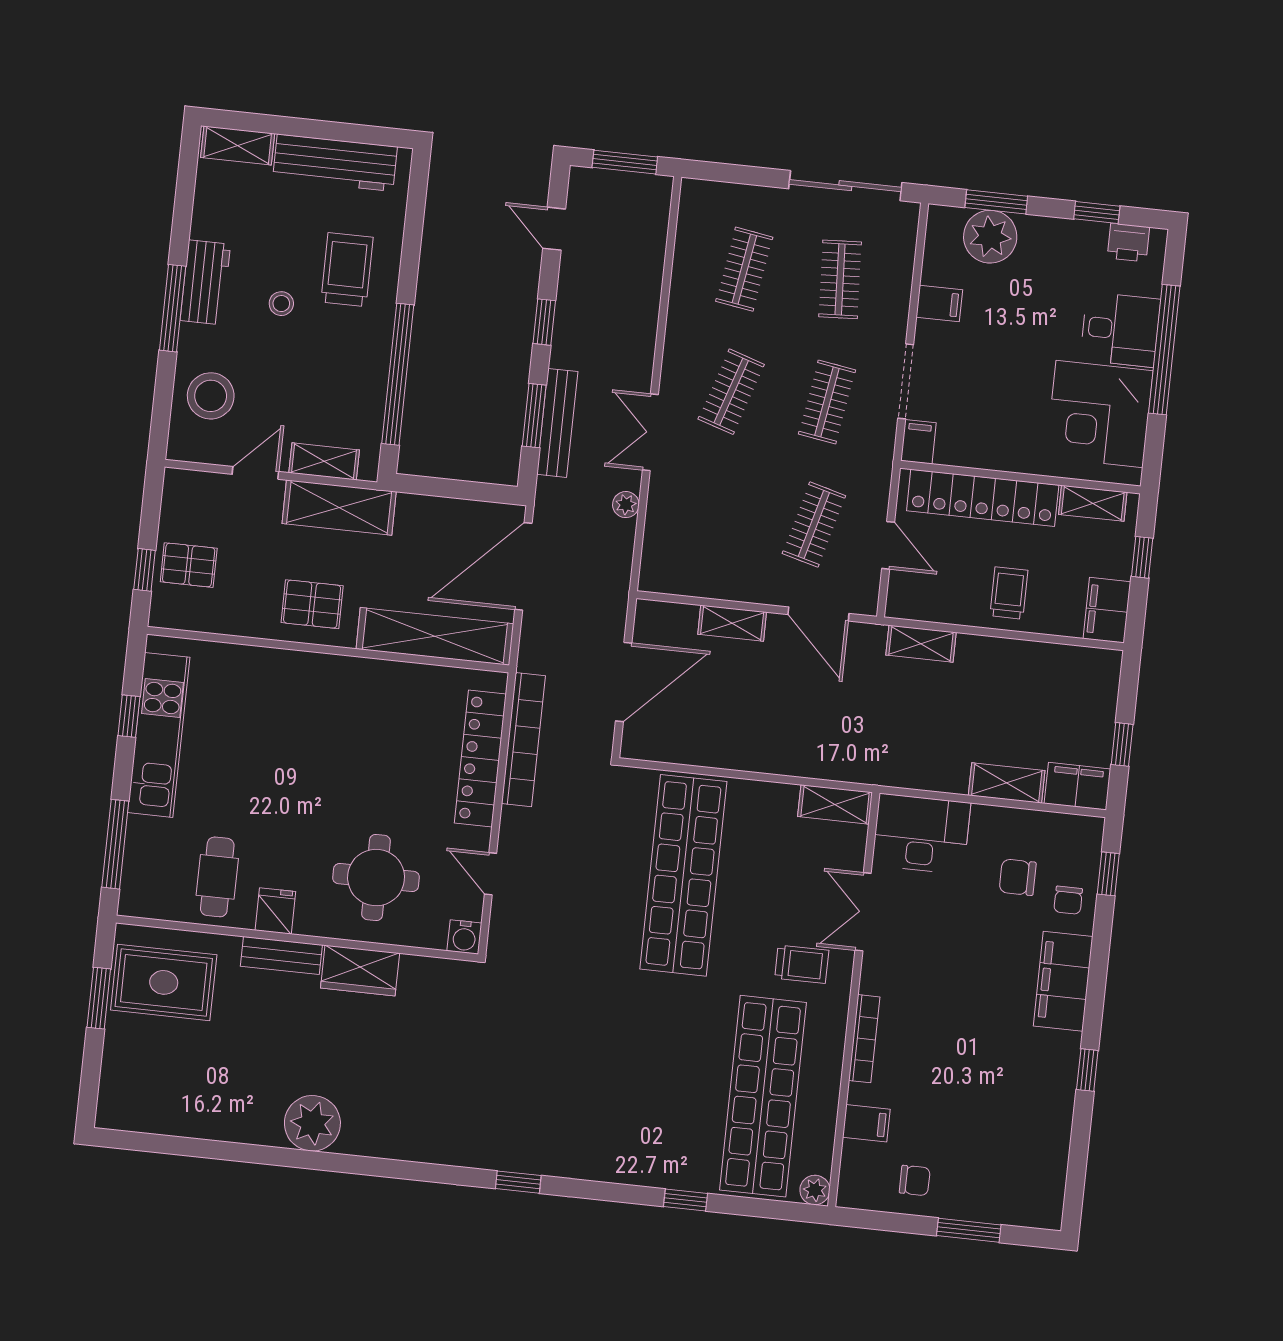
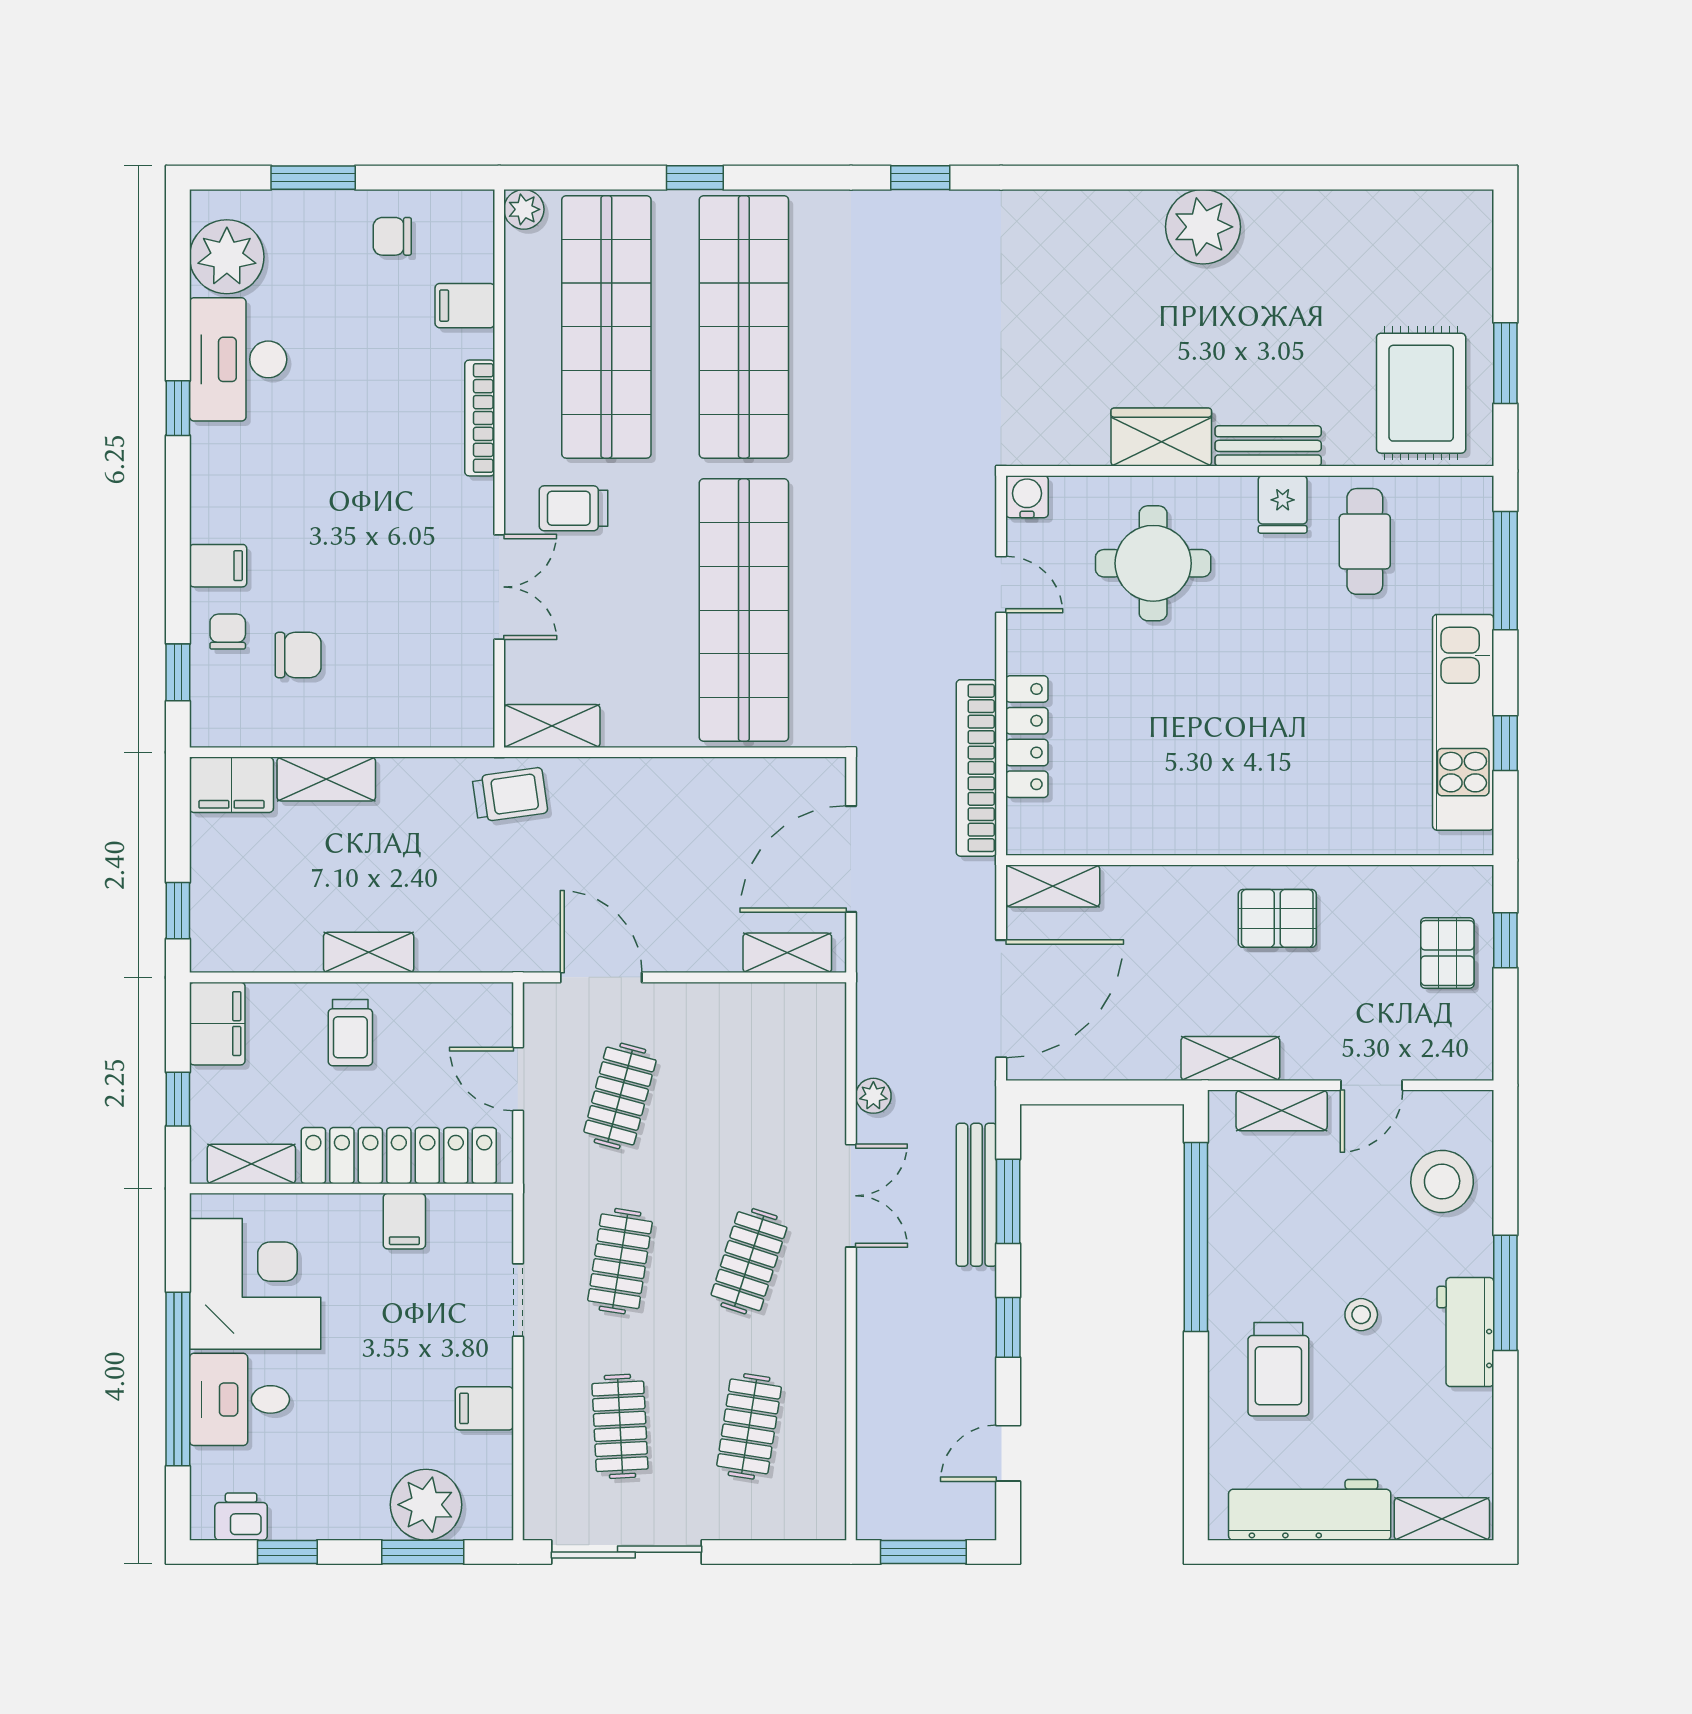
door: (554, 229) -> (1008, 1453), swing flipped
doorway: (906, 381) -> (518, 1300), width x0.73
filing cabinet: (918, 442) -> (404, 1221), moved
shelving: (339, 508) -> (1230, 1058), width x0.67, depth x0.75
pallet: (189, 565) -> (1447, 953), turned 90
shelving: (732, 623) -> (787, 953), moved
shelving: (435, 636) -> (1053, 886), width x0.45, depth x0.75
shelving: (921, 644) -> (369, 952), moved
window: (1122, 744) -> (178, 911), moved
trolley: (872, 757) -> (510, 795), added
locker: (480, 759) -> (1027, 737), width x0.71, depth x0.83
desk: (921, 834) -> (238, 359), moved, turned 90
filing cabinet: (1063, 981) -> (218, 566), width x0.33, depth x0.86
rug: (164, 982) -> (1421, 393), turned 90
shop shelf: (661, 1085) -> (744, 327), added
plant: (1039, 1178) -> (227, 257), added

